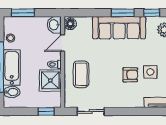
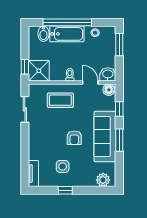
window: (152, 13) -> (119, 109), moved
armchair: (130, 75) -> (74, 138), moved
shower: (50, 80) -> (39, 71), moved

